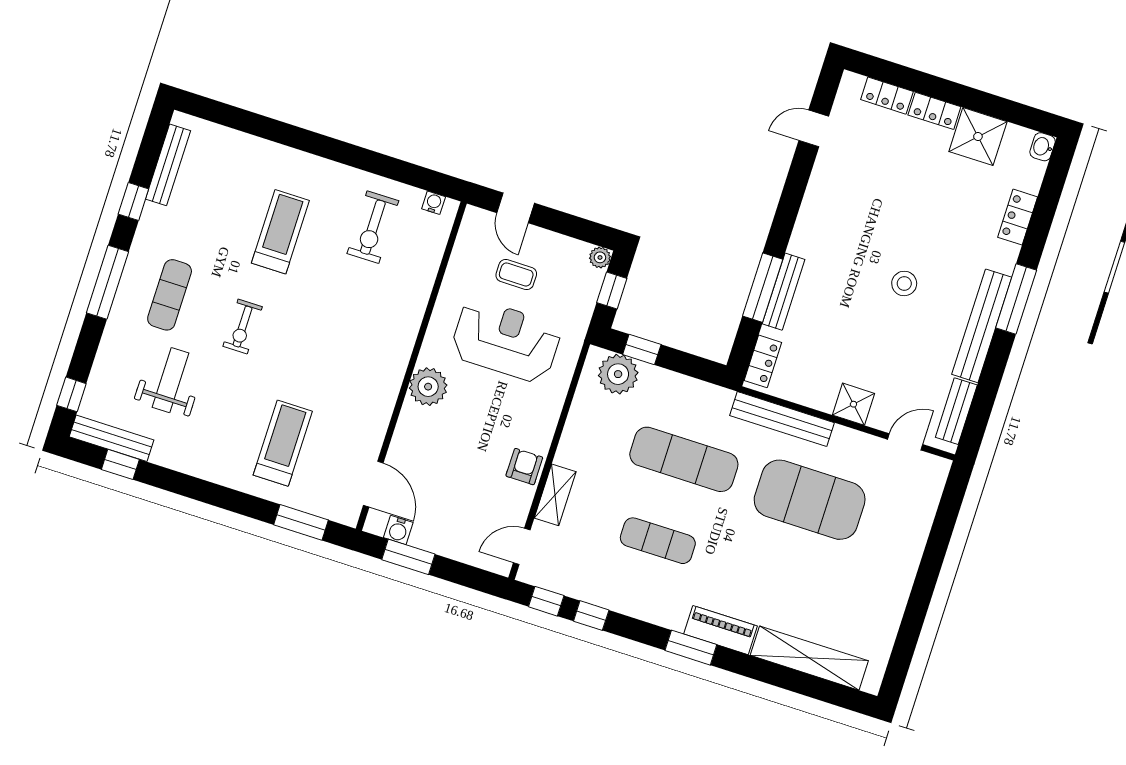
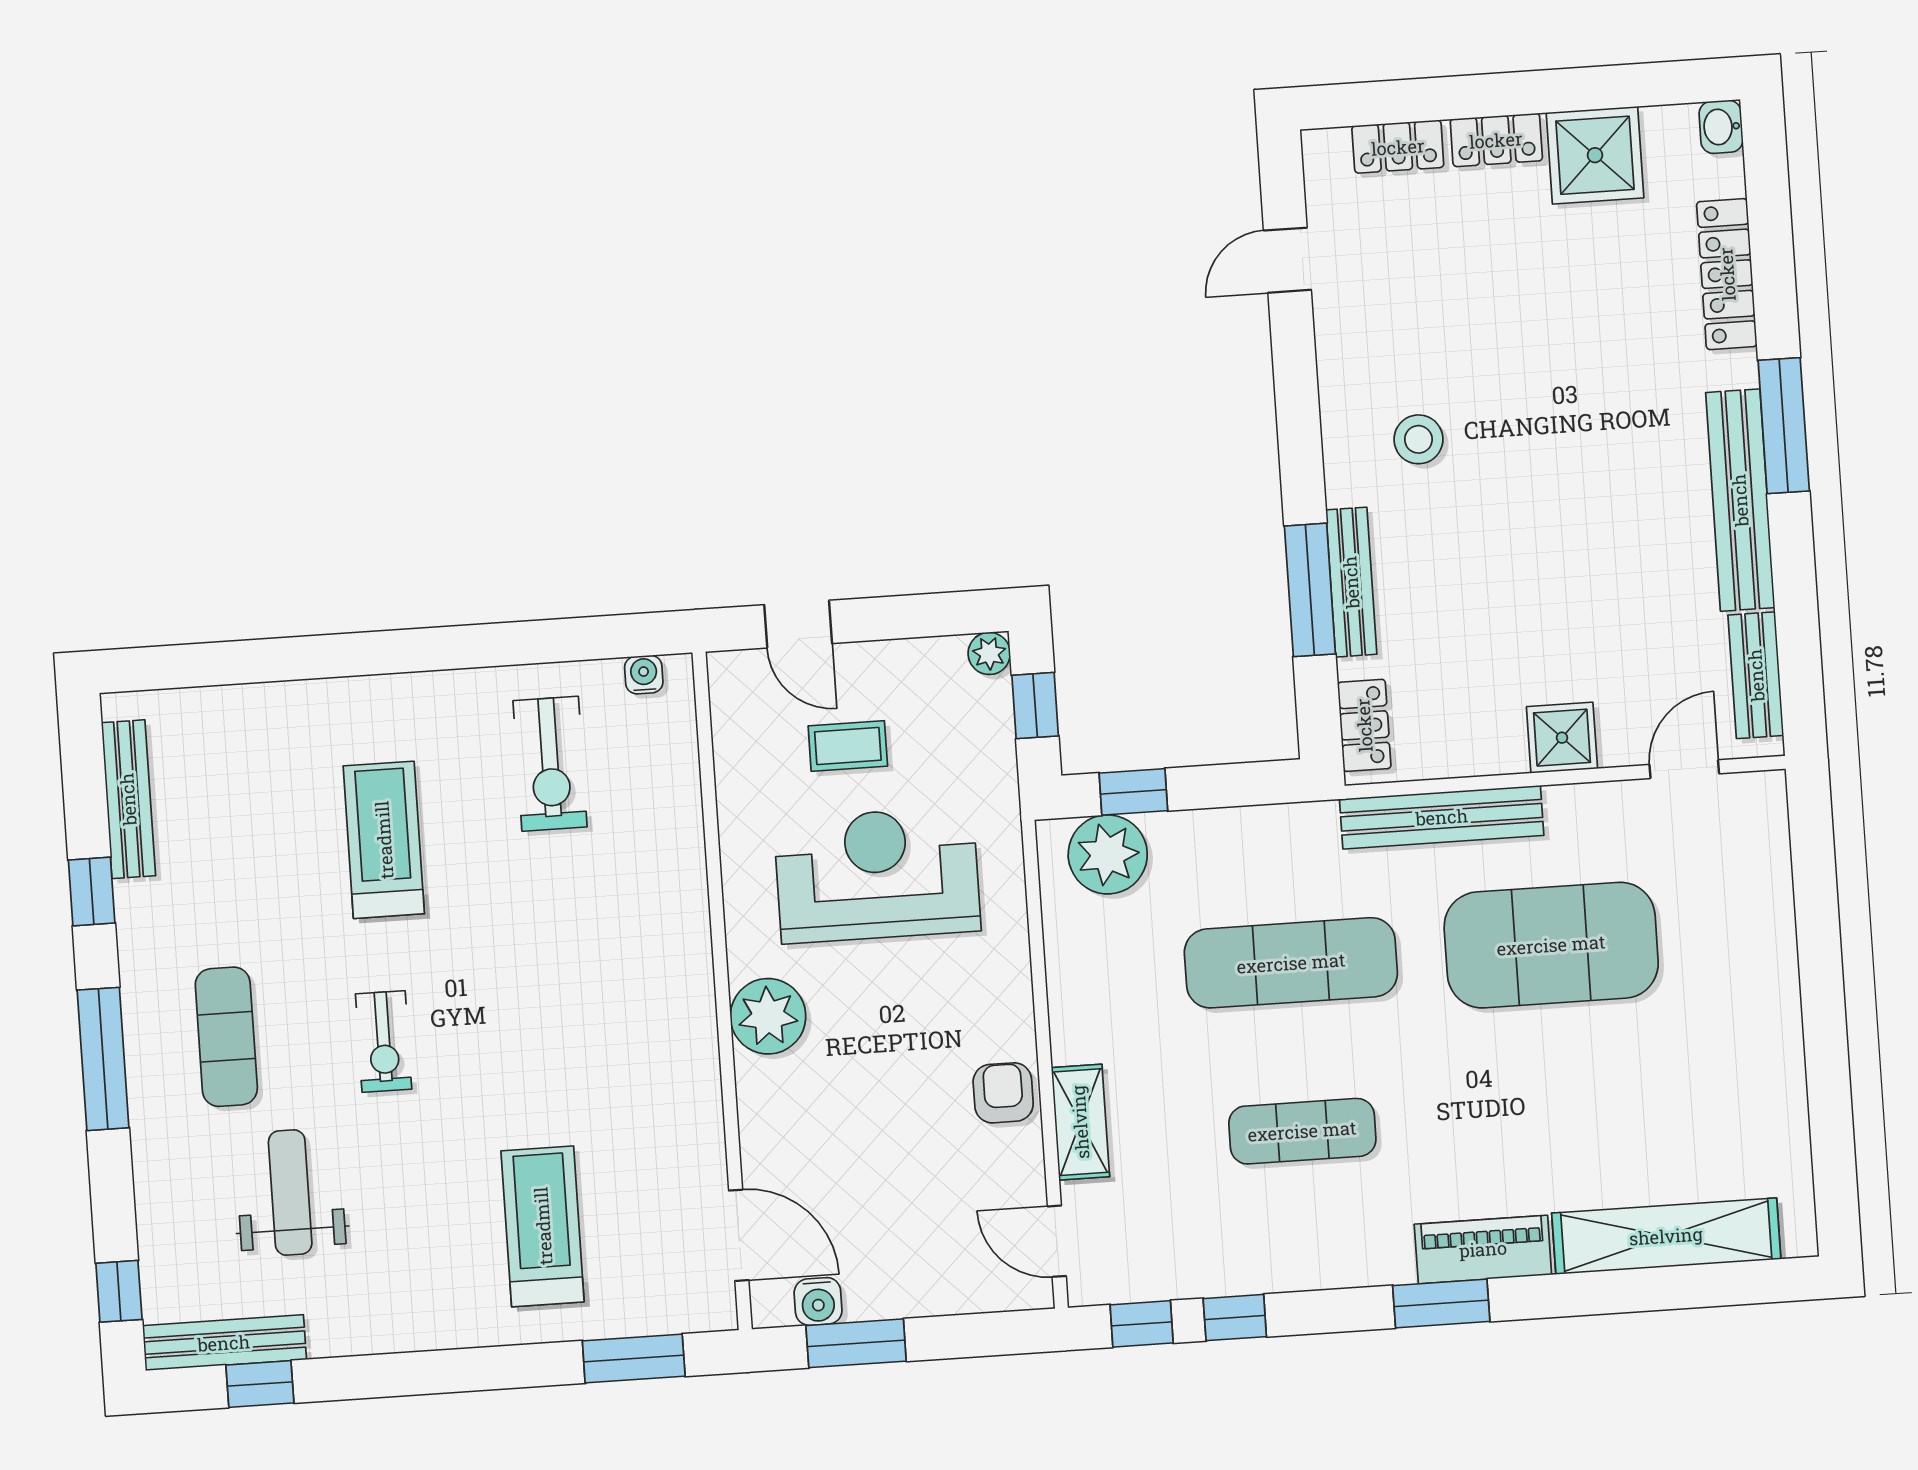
locker: (1018, 217) -> (1727, 274), width x1.53
stool: (904, 283) -> (1418, 439), moved
door: (522, 546) -> (1057, 1241), hinge flipped

